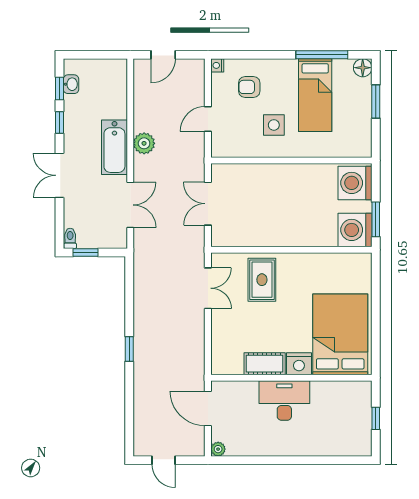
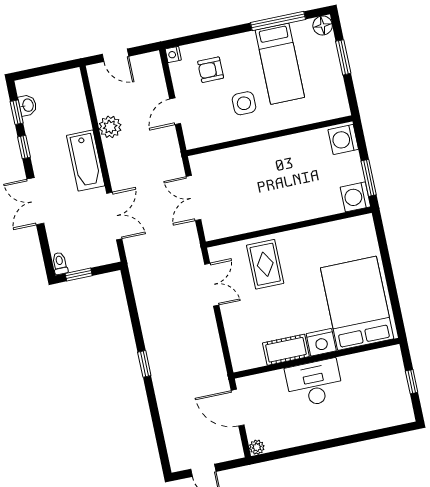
door: (163, 55) -> (116, 55), hinge flipped
plant: (144, 143) -> (110, 127), moved
washing machine: (355, 183) -> (343, 139), width x0.73, depth x0.73
washing machine: (355, 230) -> (355, 197), width x0.73, depth x0.73

